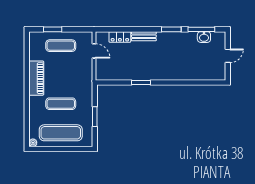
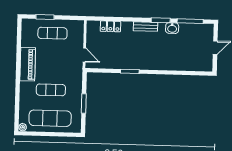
bench: (144, 36) -> (146, 27), moved
washbasin: (204, 37) -> (172, 28), moved
door: (94, 51) -> (84, 55), moved

